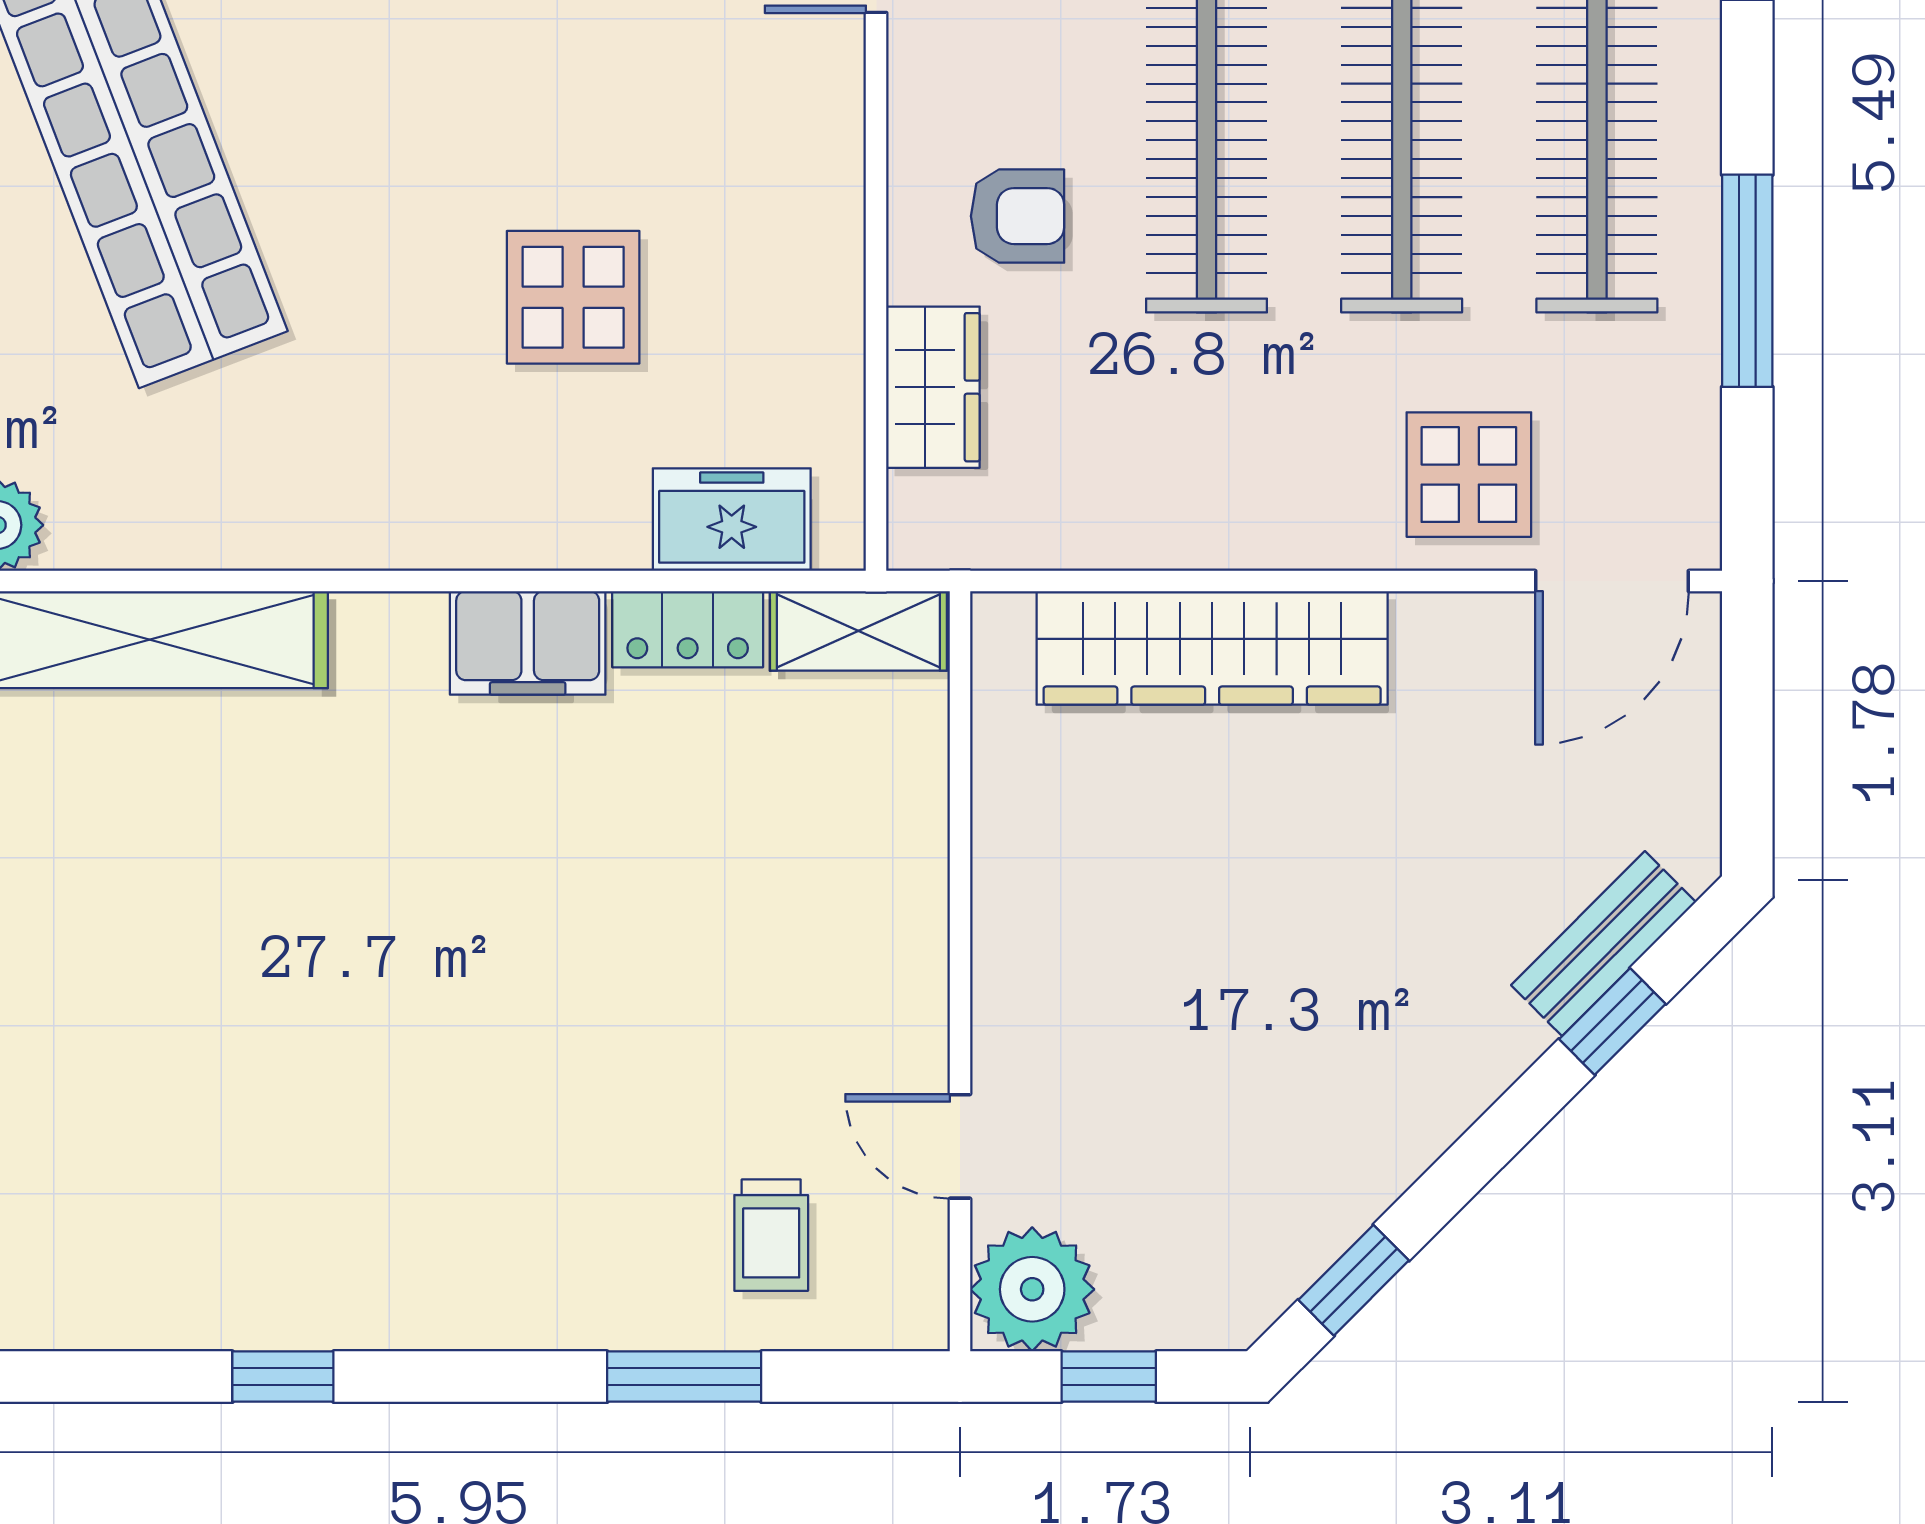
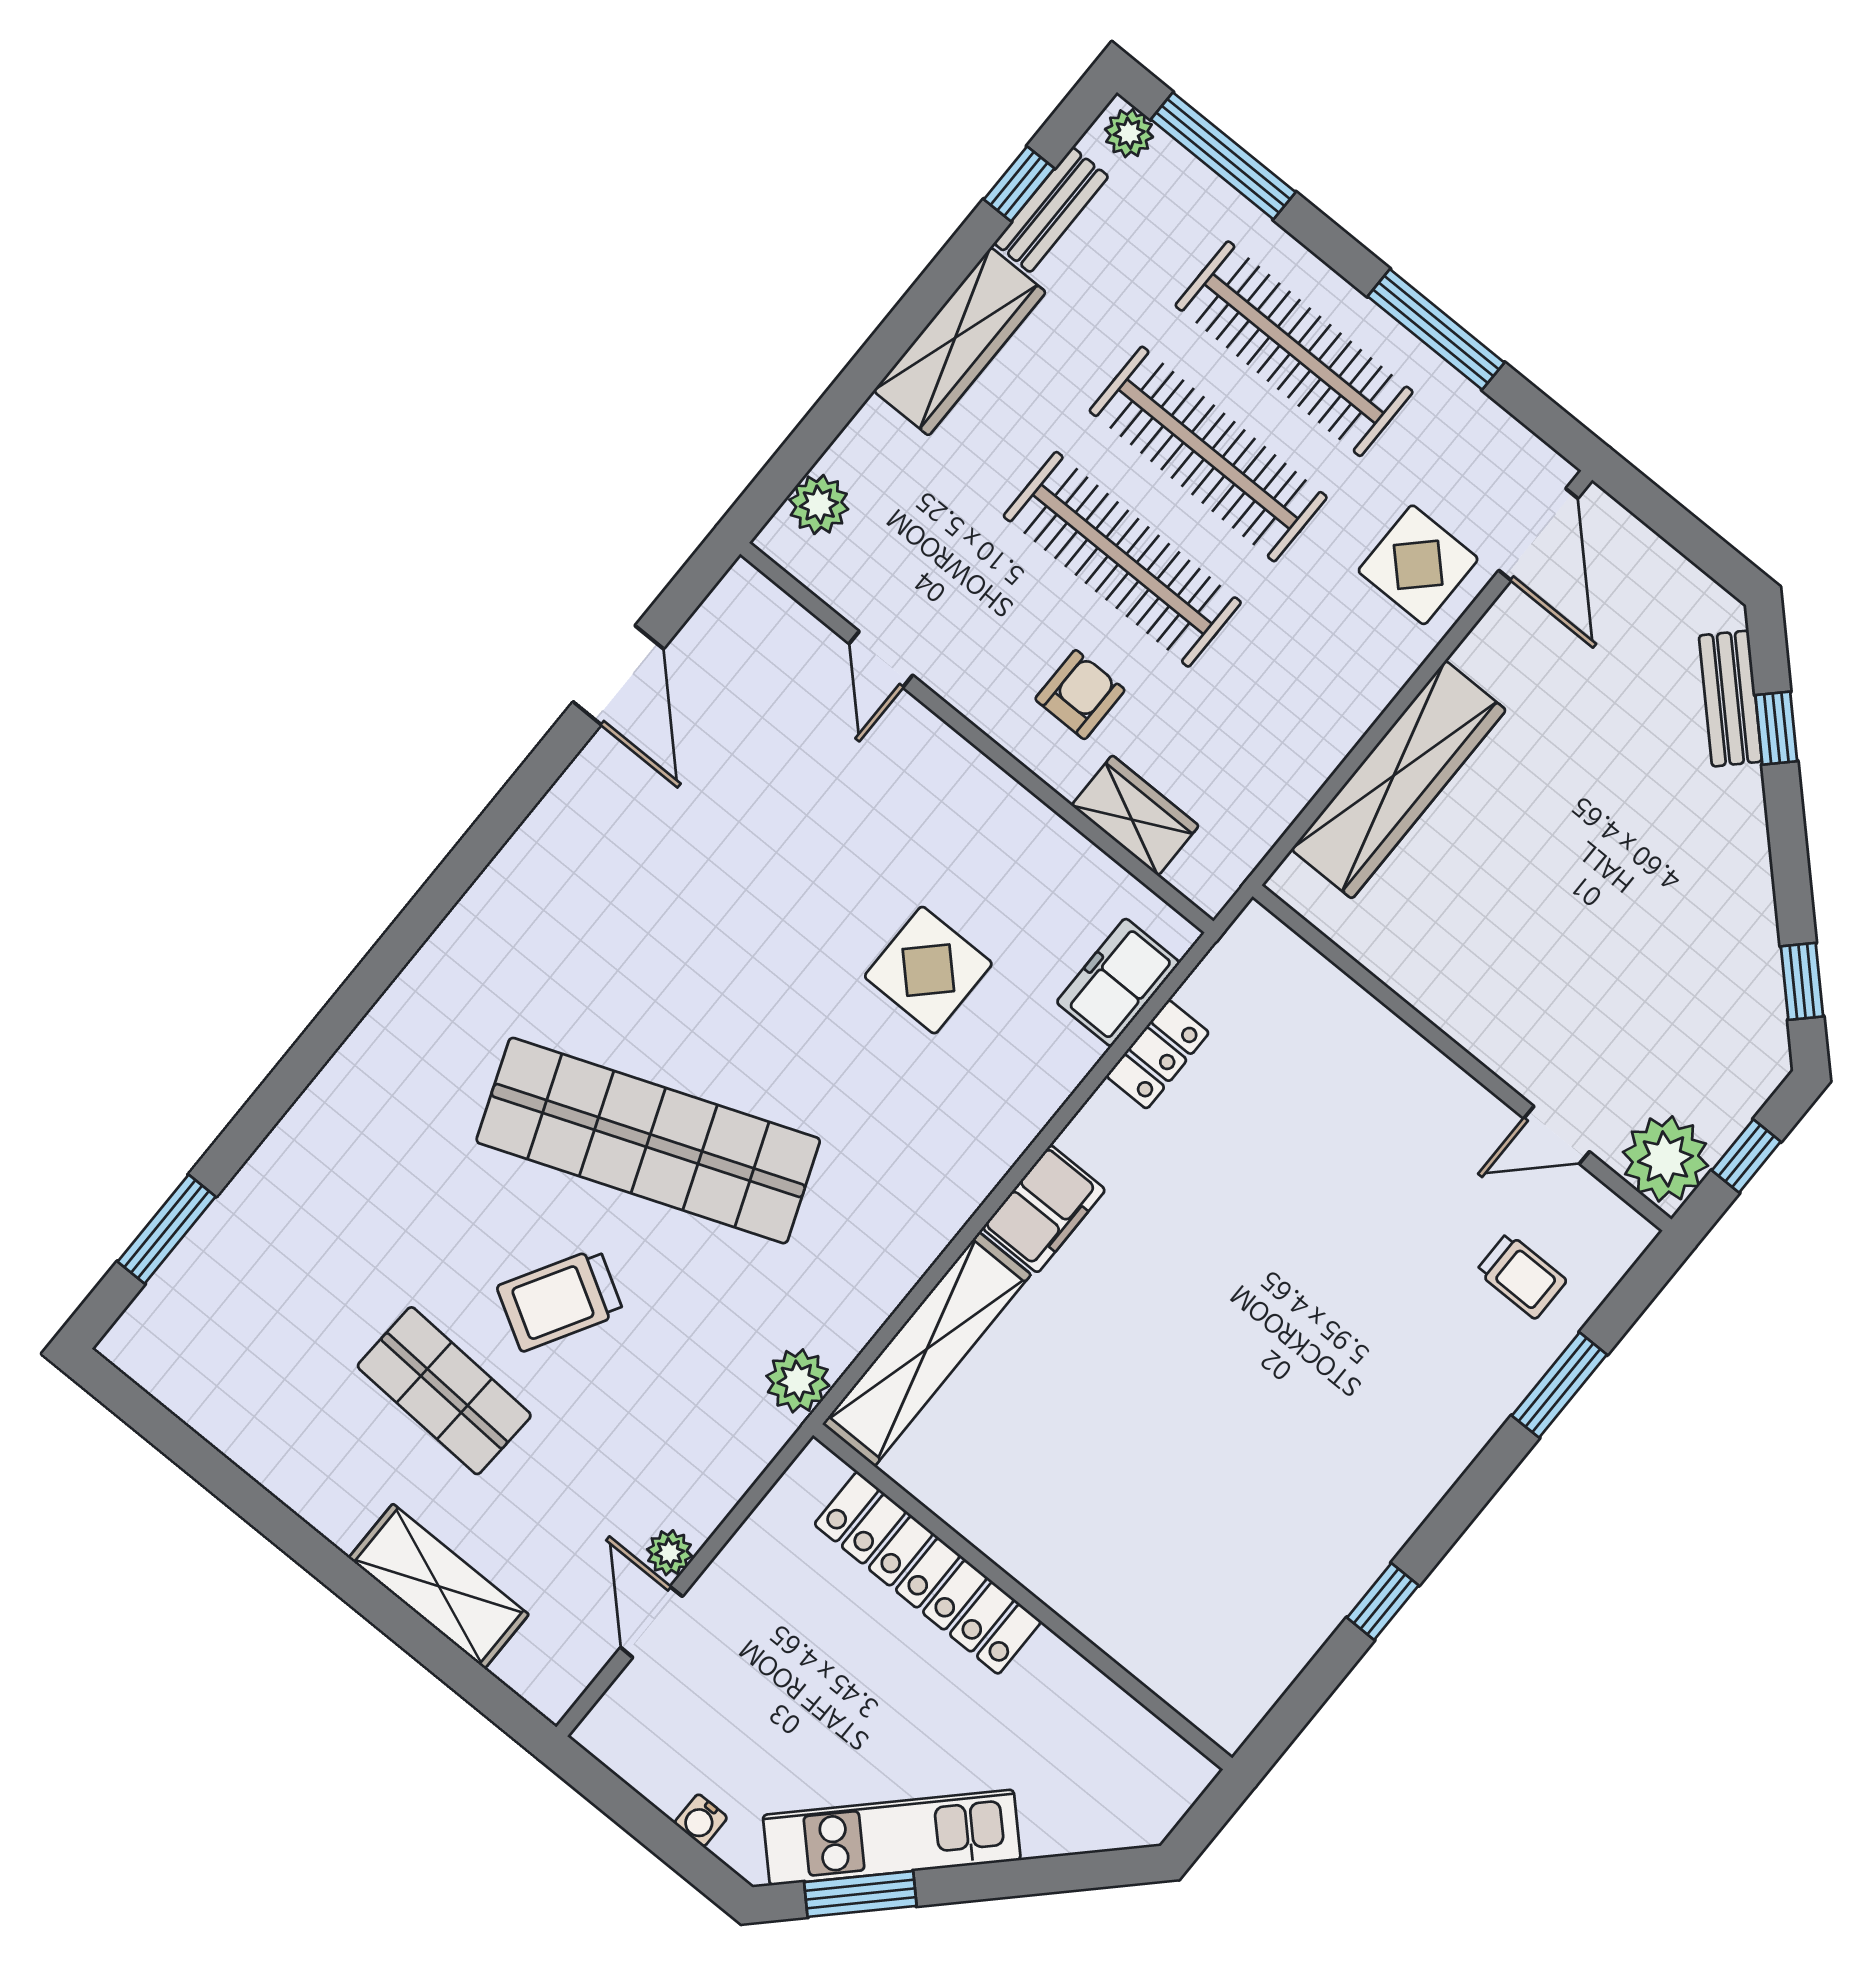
shelving: (858, 631) -> (1234, 963), removed
filing cabinet: (528, 643) -> (1044, 1209), moved

